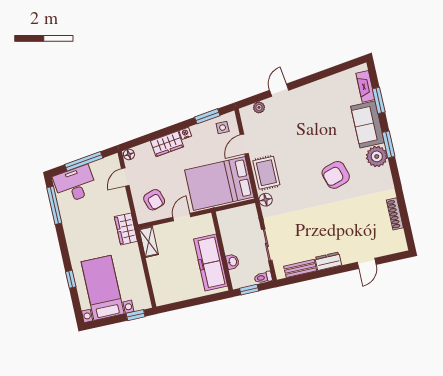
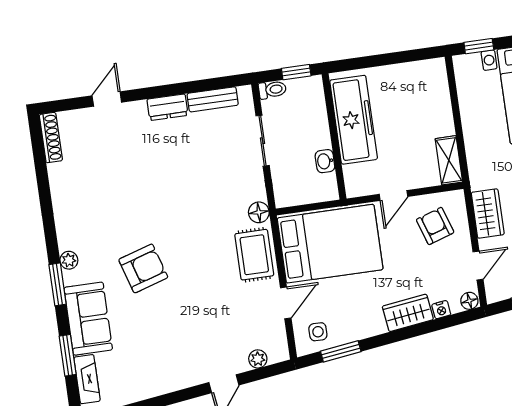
nightstand: (185, 133) -> (441, 310), moved
plant: (377, 156) -> (69, 260), width x0.53, depth x0.53
armchair: (336, 175) -> (143, 268), moved
shoe rack: (395, 214) -> (51, 138), moved
wardrobe: (126, 229) -> (488, 213), moved
washbasin: (233, 262) -> (325, 161), moved

